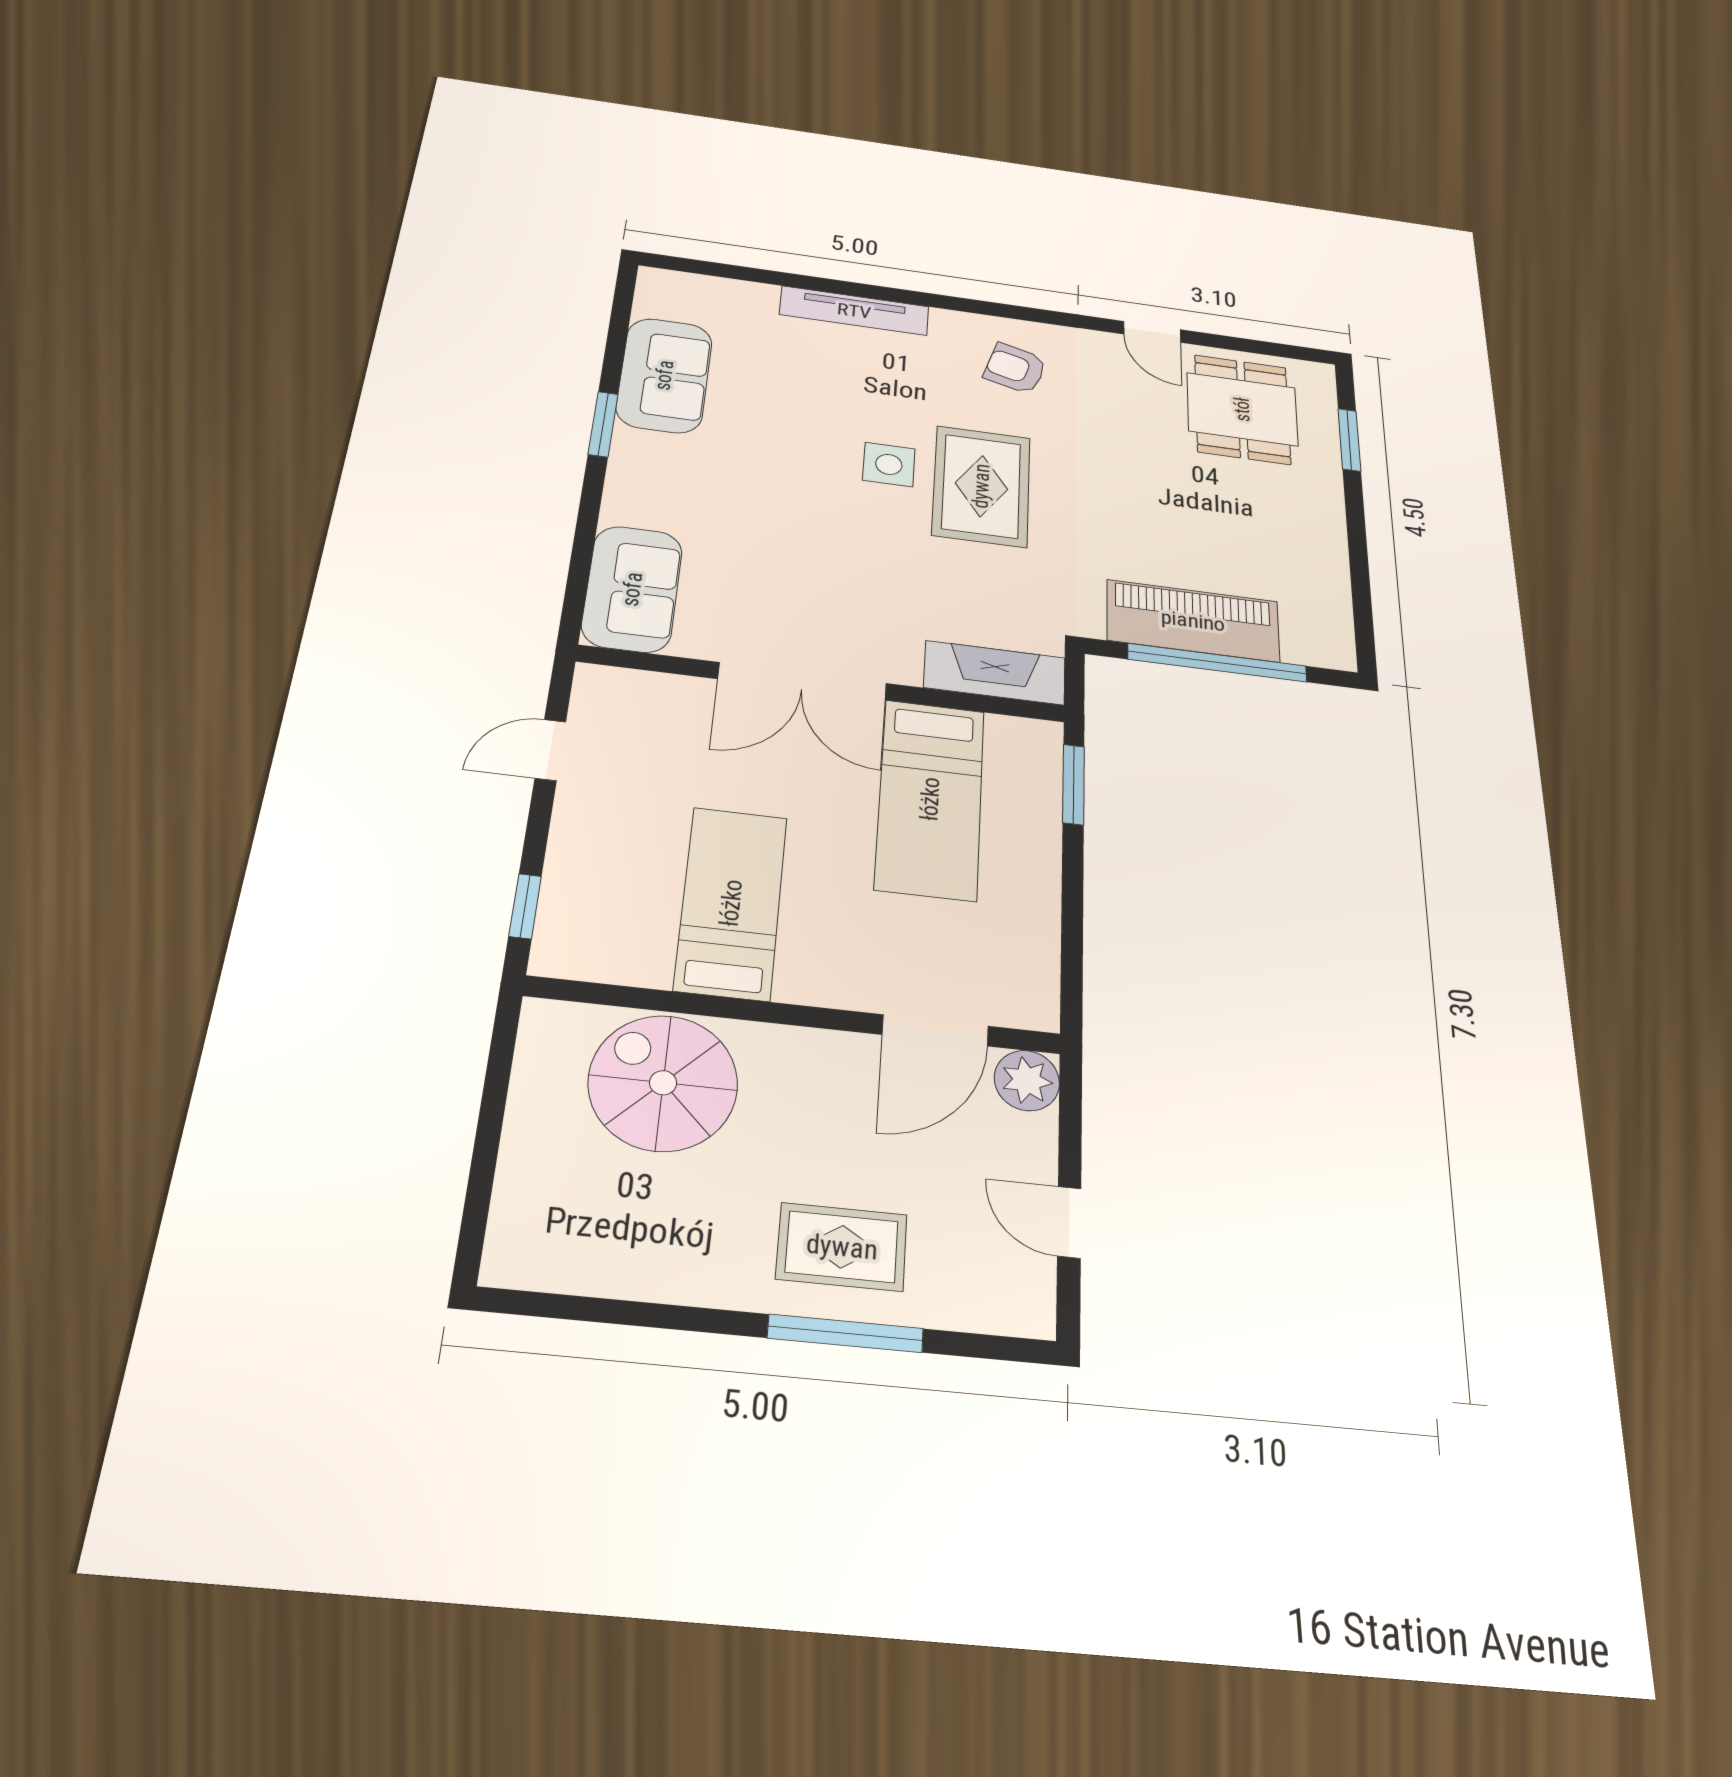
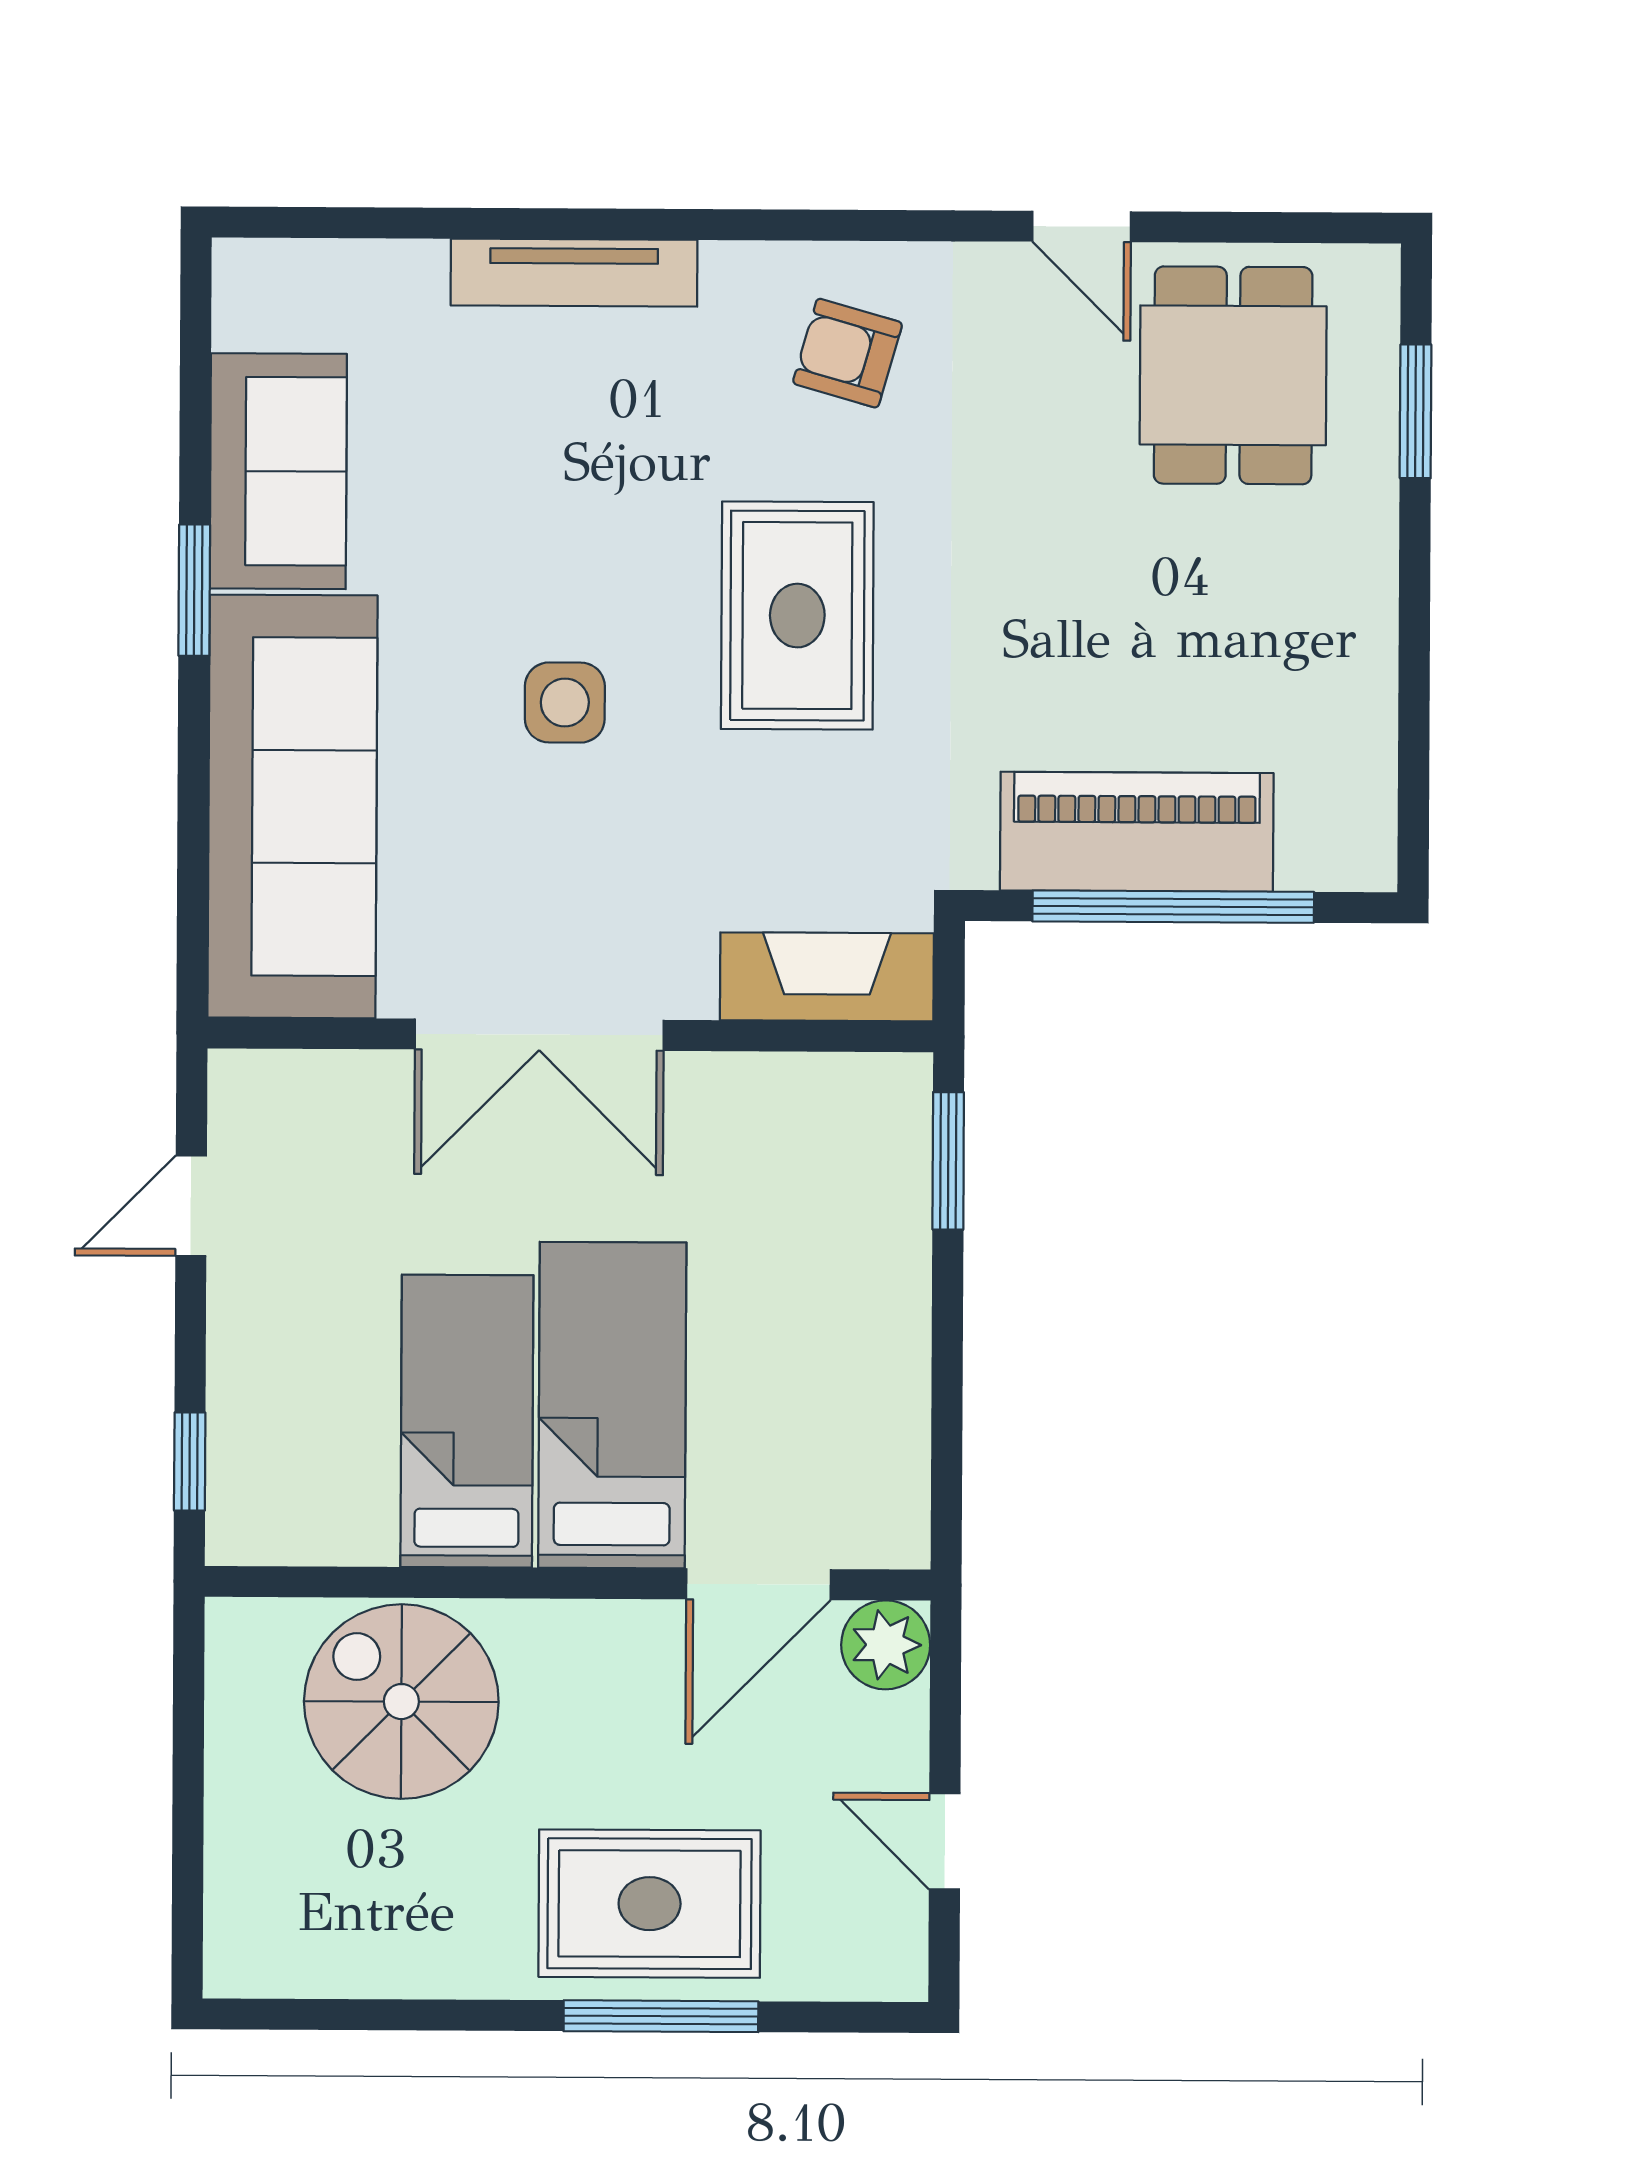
side table: (889, 464) -> (565, 703), moved
sofa: (632, 589) -> (293, 806), width x1.85, depth x1.27
bed: (930, 799) -> (612, 1405), moved, turned 180
rug: (842, 1247) -> (650, 1904), width x1.36, depth x1.43

